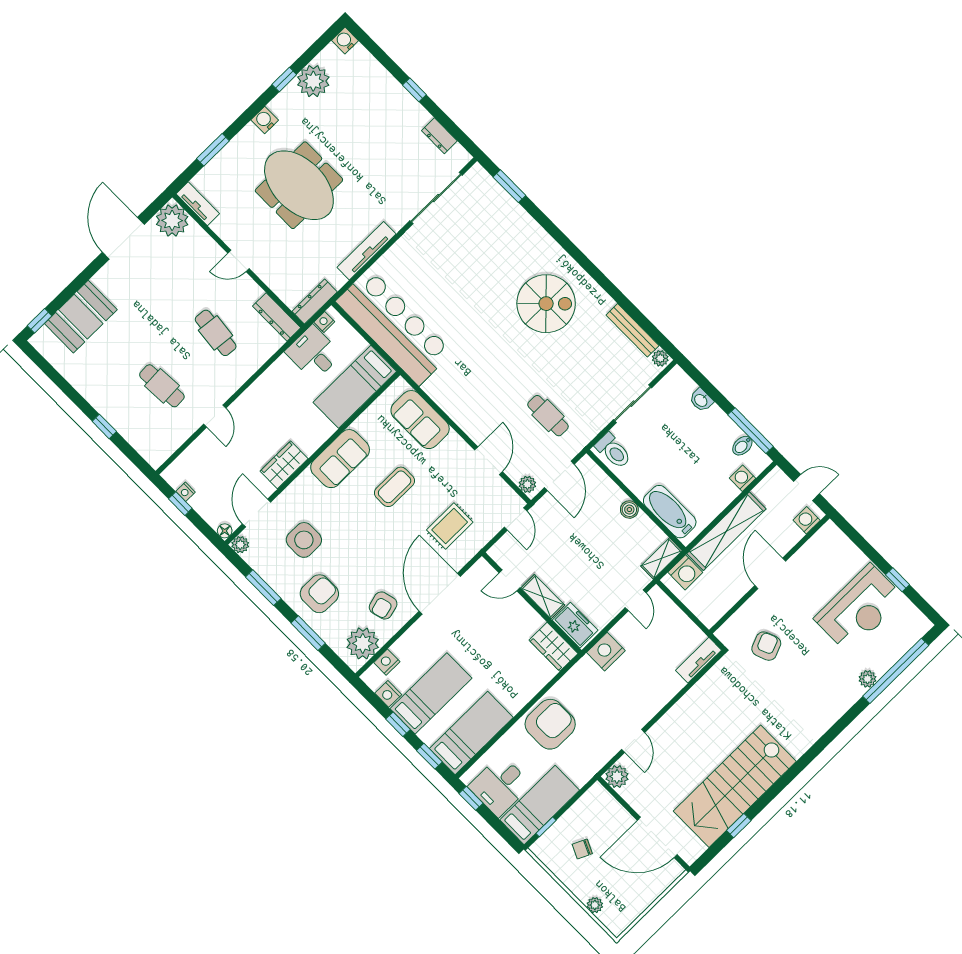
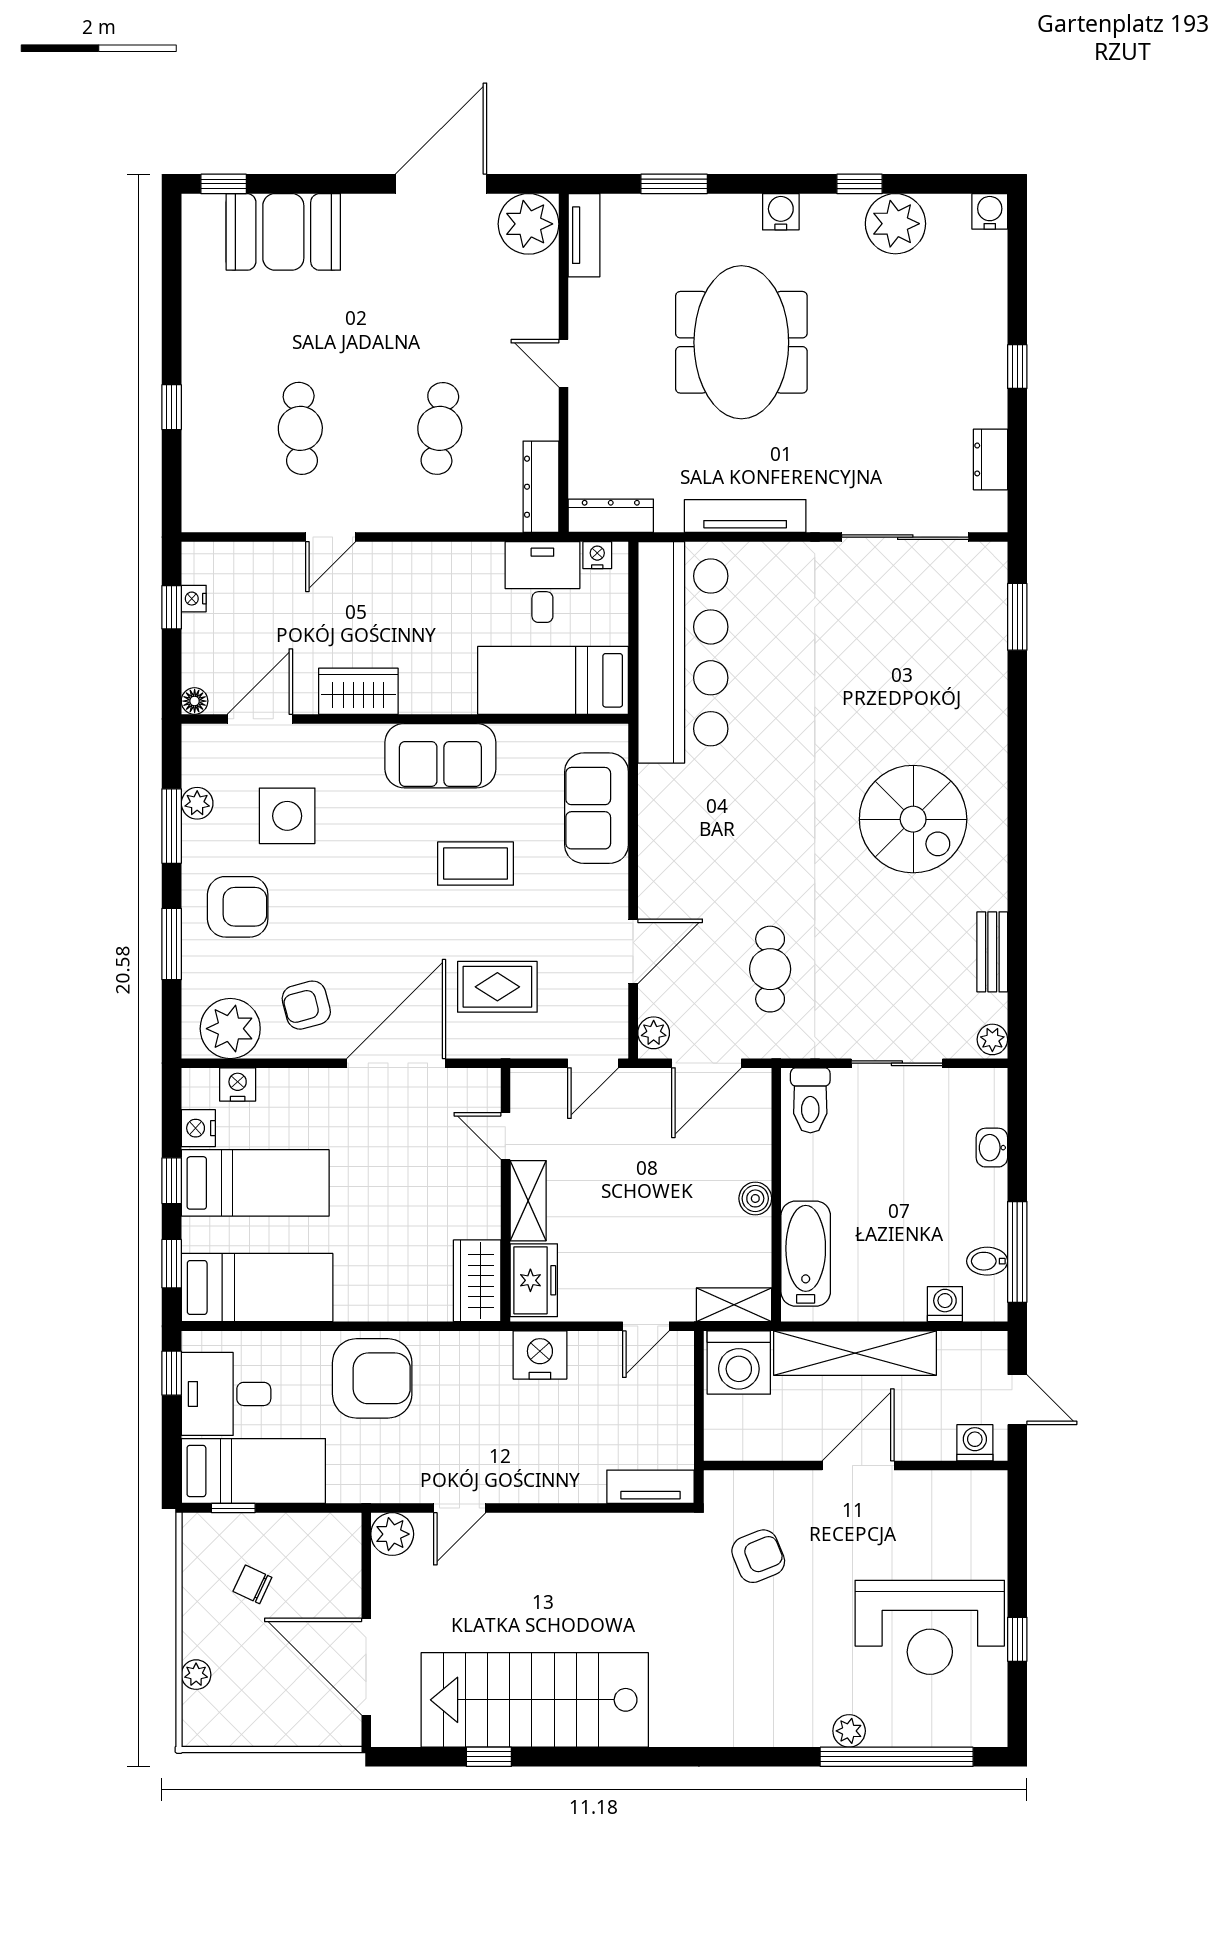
bench: (632, 330) -> (992, 952), width x0.73
plant: (240, 545) -> (197, 803), moved
washing machine: (685, 572) -> (739, 1363), width x1.37, depth x1.37

